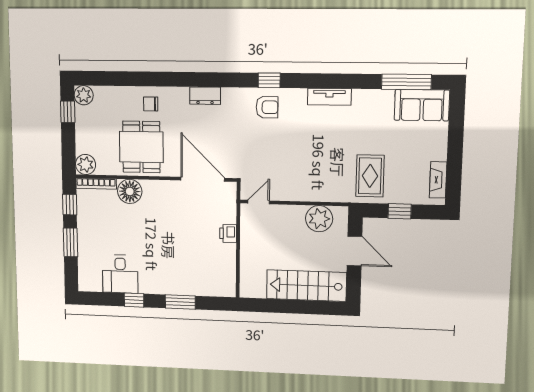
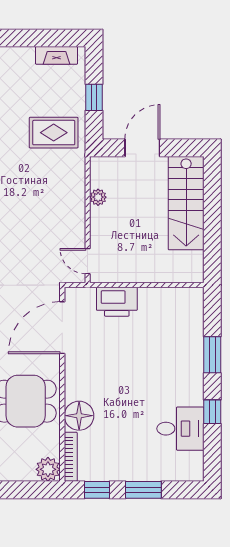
plant: (319, 219) -> (98, 197), width x0.53, depth x0.53
printer: (228, 233) -> (117, 302), width x1.87, depth x1.48

